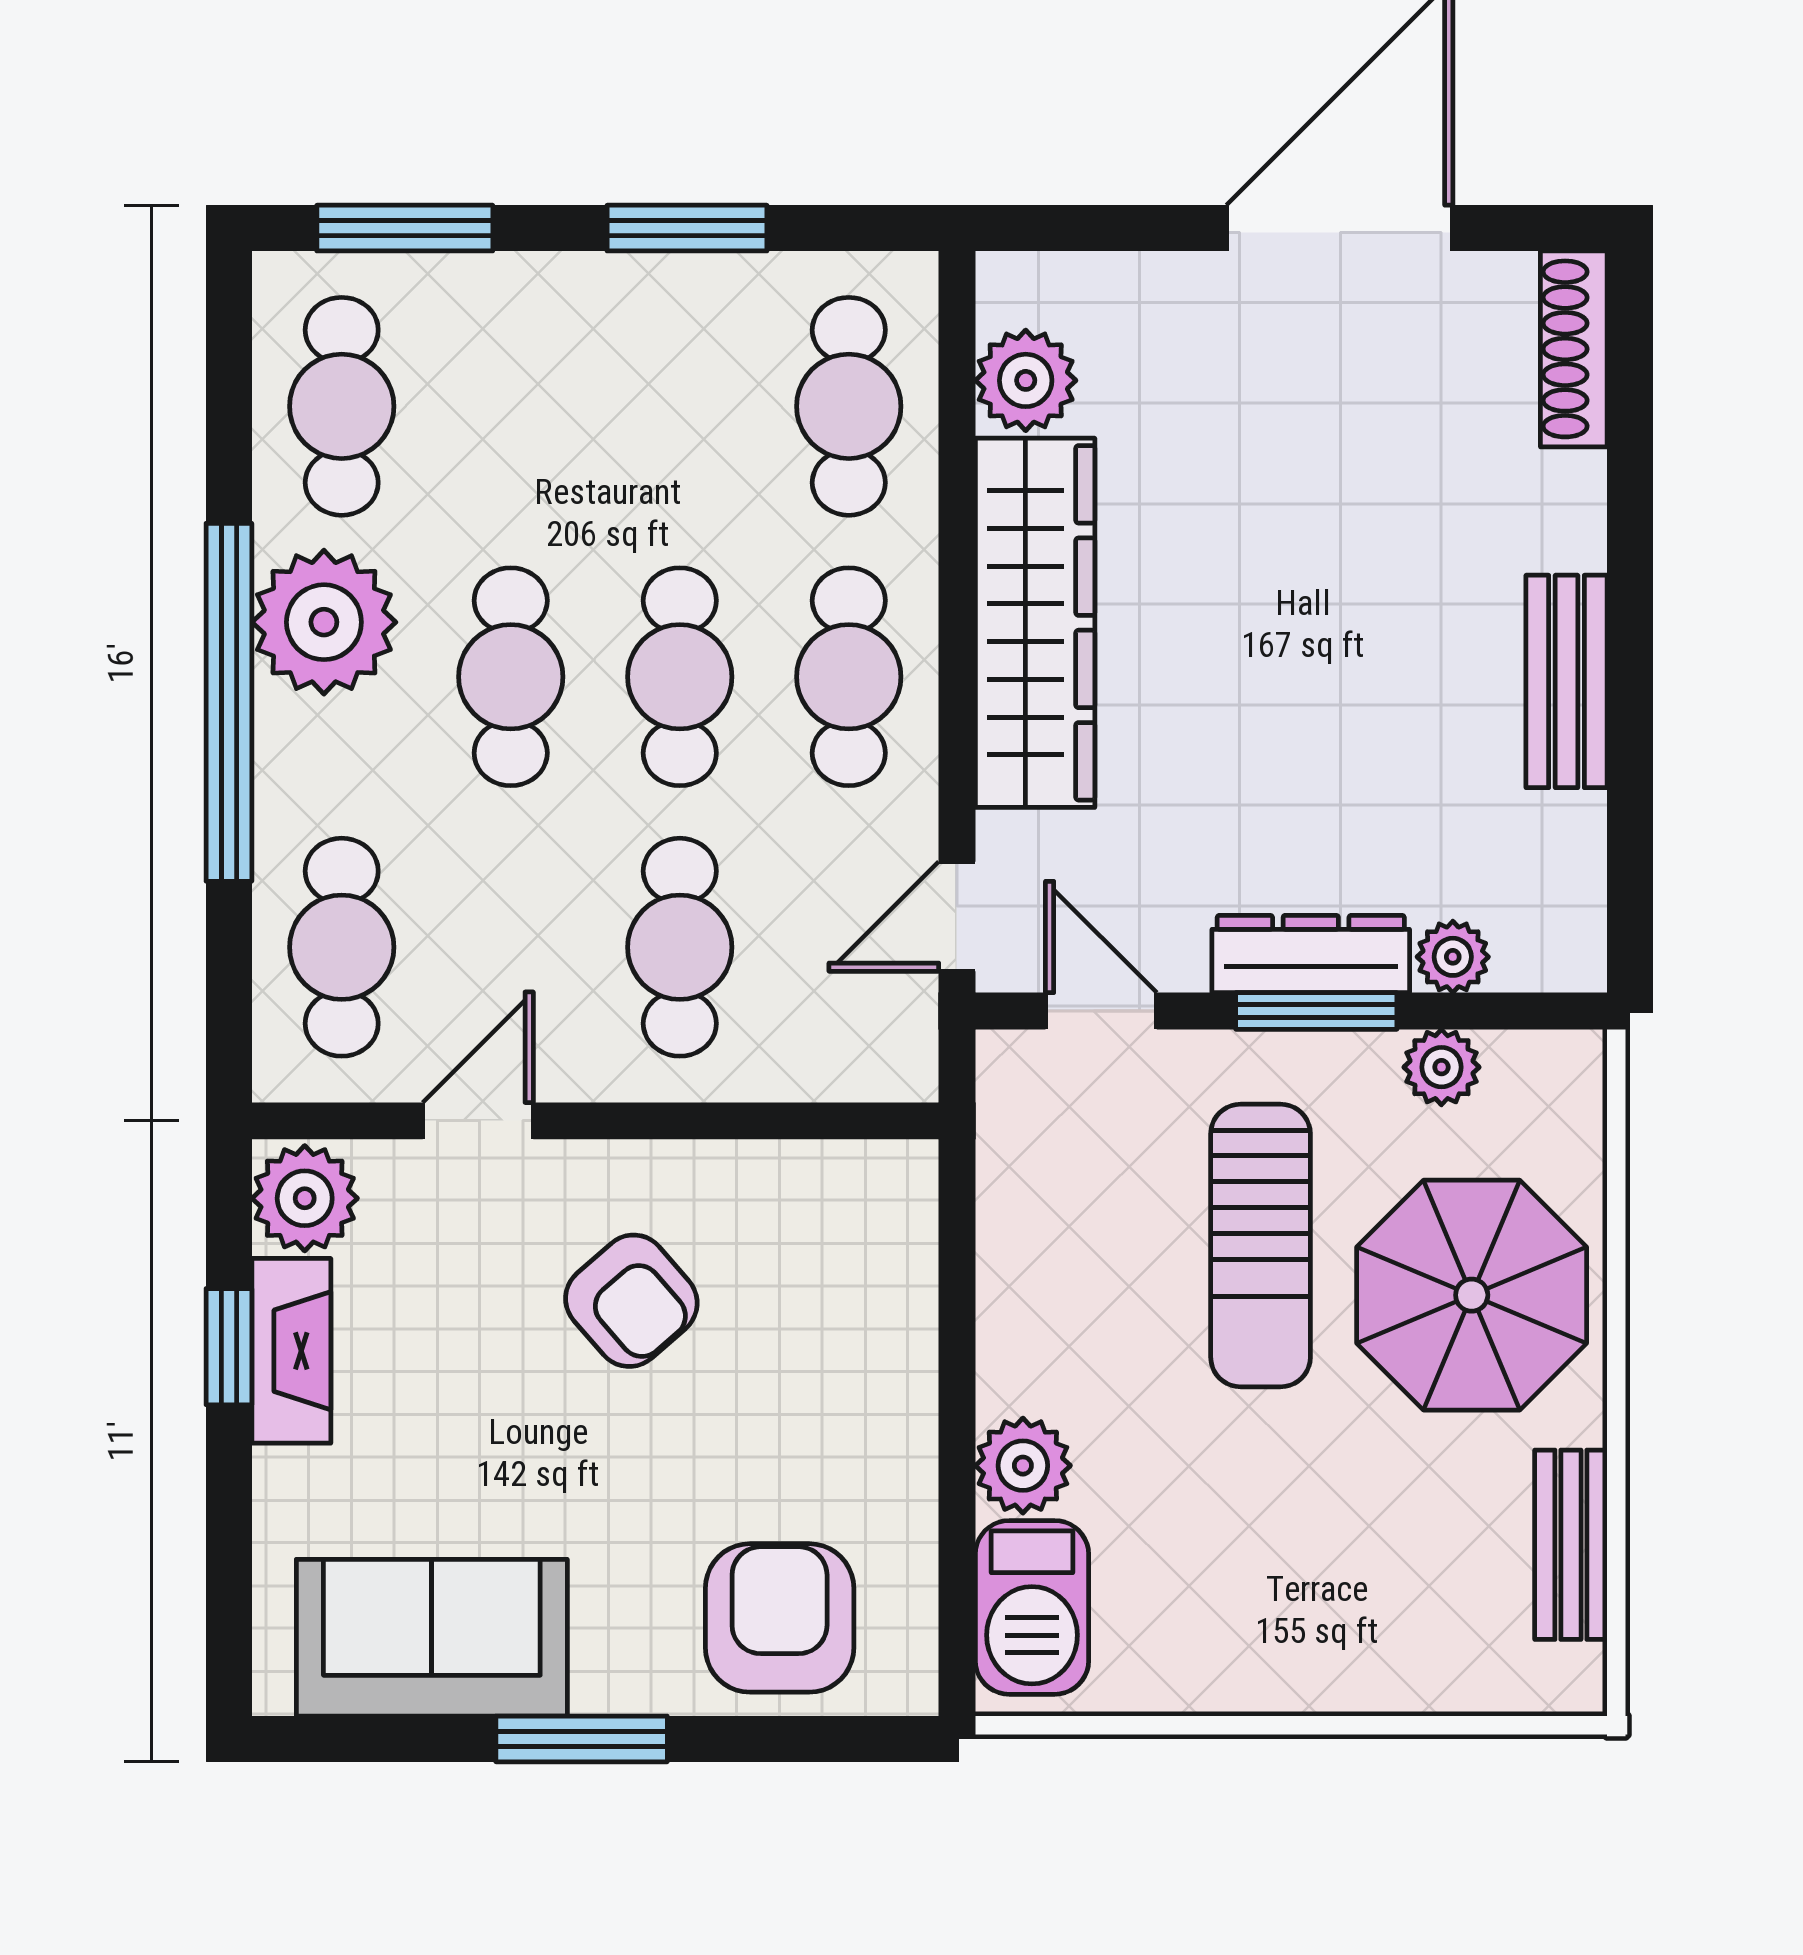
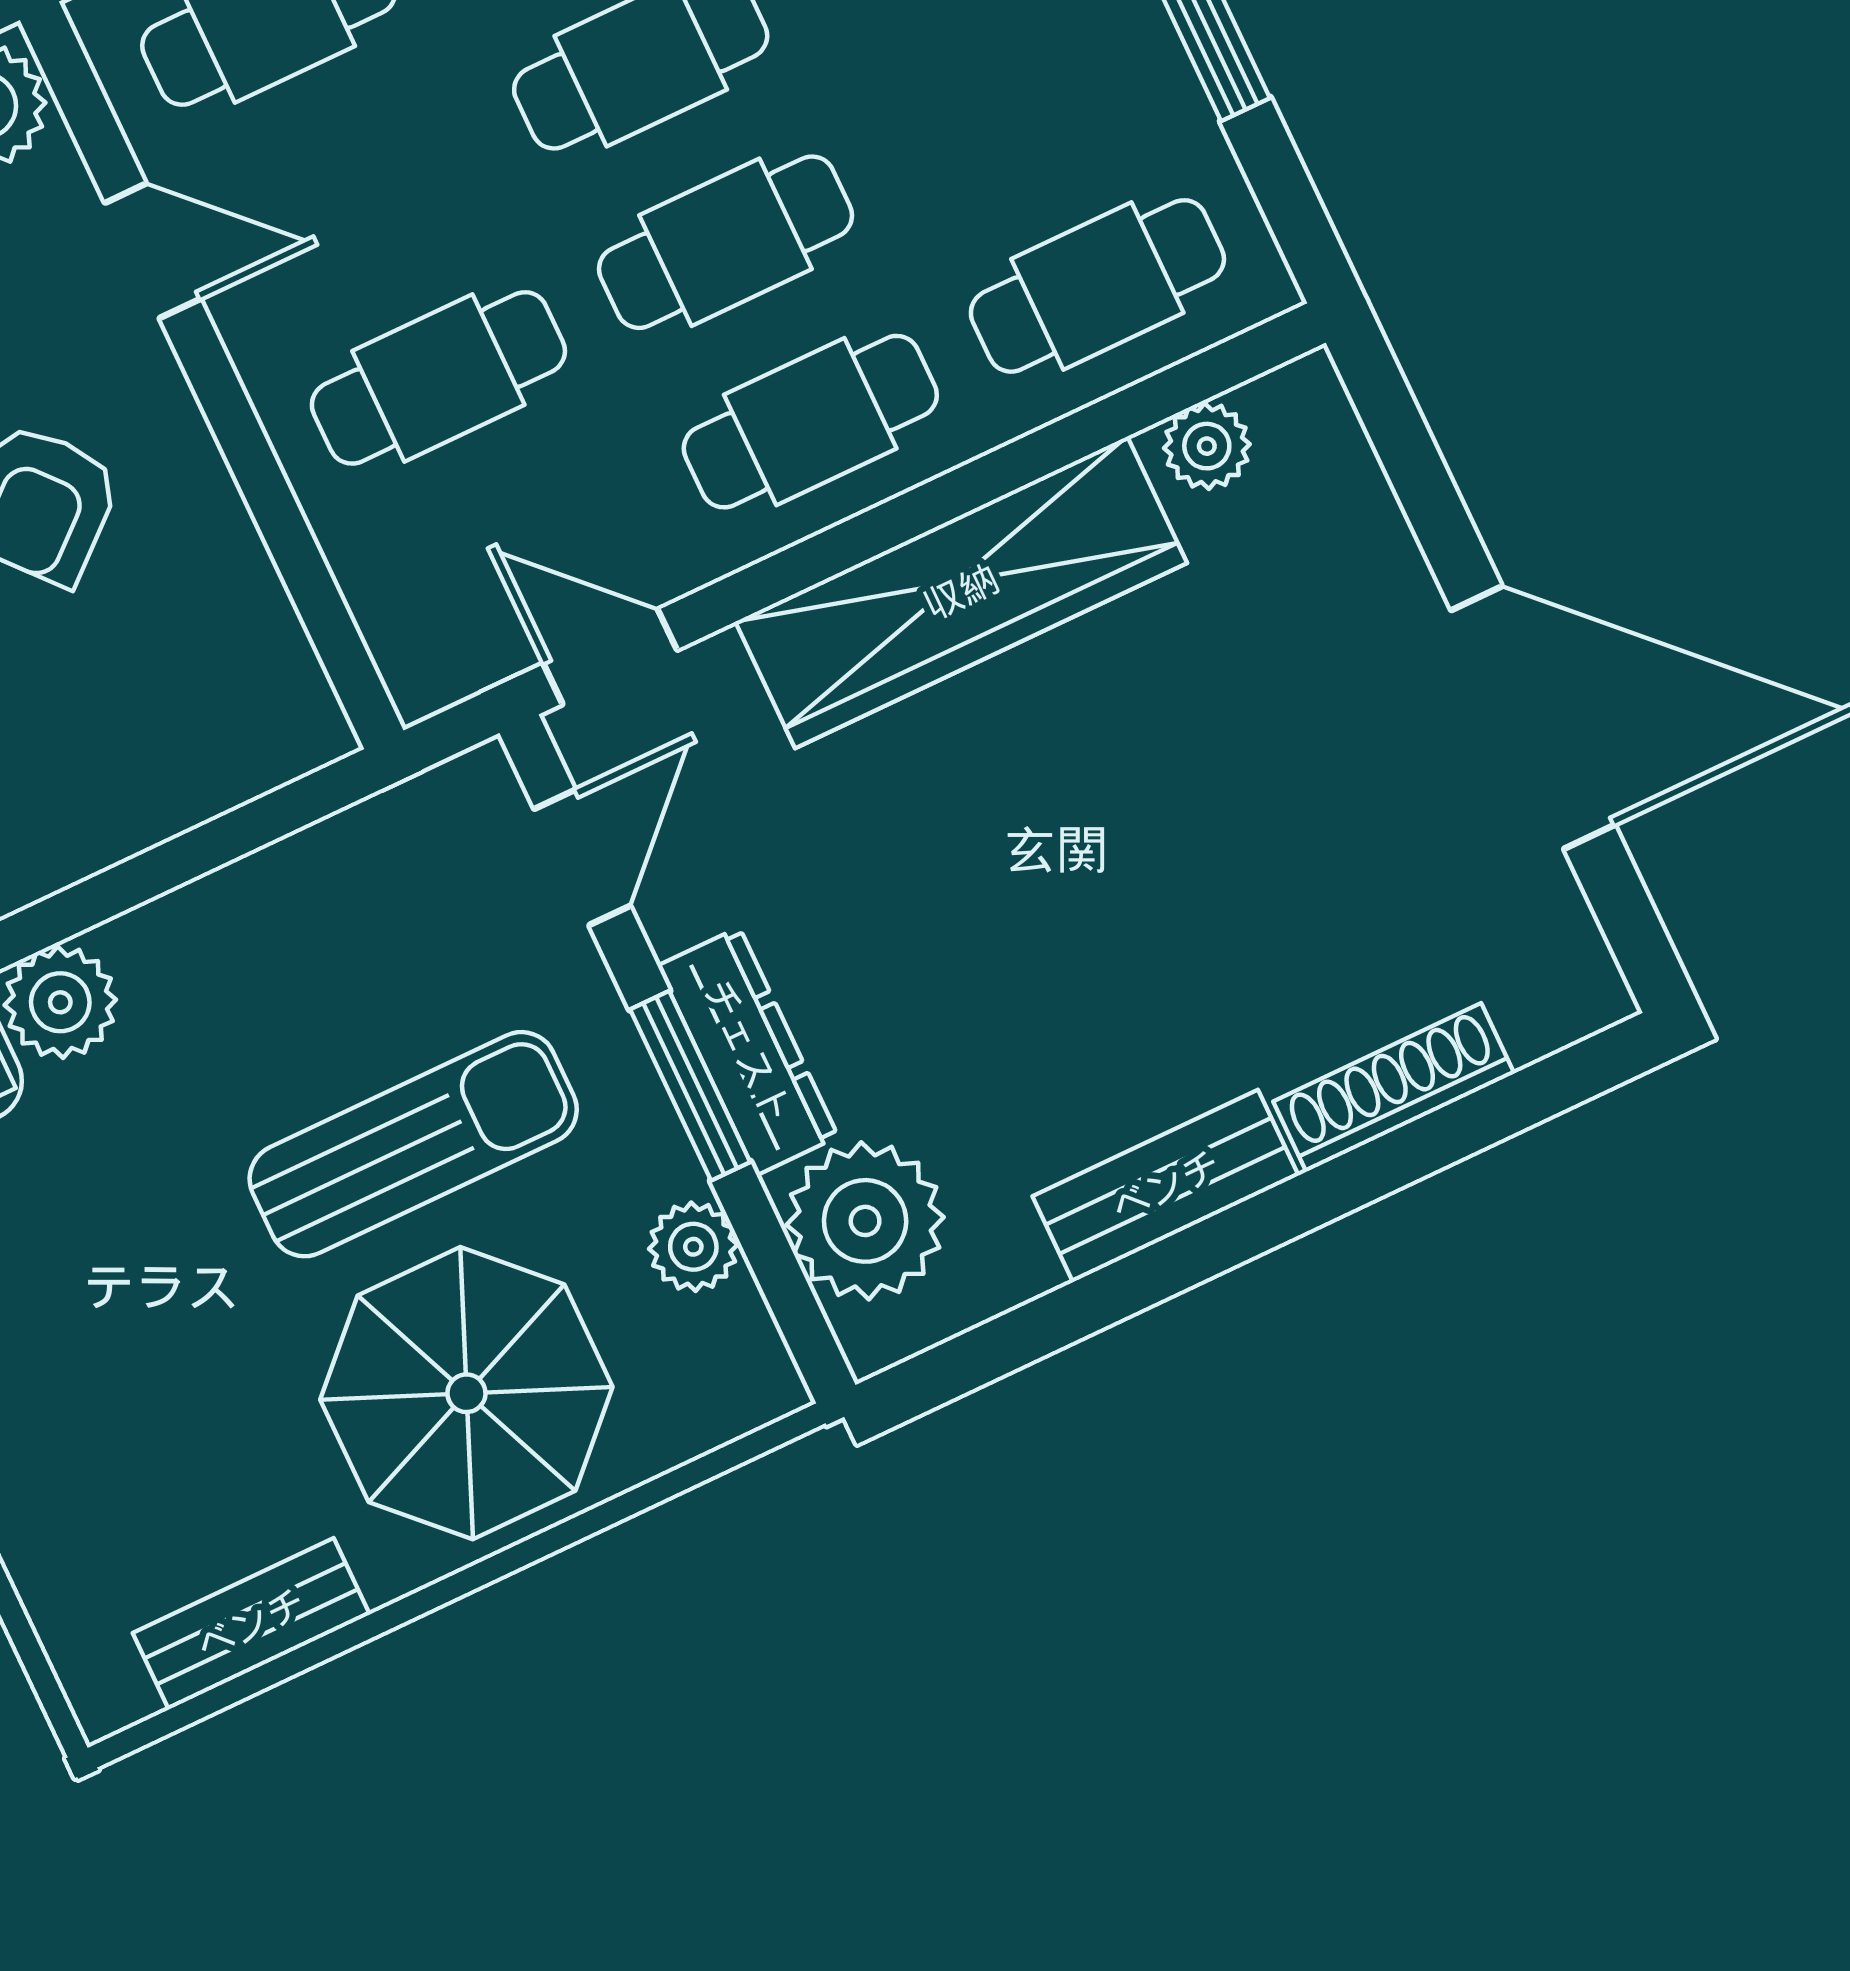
shoe rack: (1574, 349) -> (1394, 1087), moved
plant: (1026, 380) -> (1207, 446), width x0.73, depth x0.73
plant: (1453, 957) -> (865, 1221), width x1.87, depth x1.87
sun lounger: (1261, 1246) -> (413, 1144), turned 180

